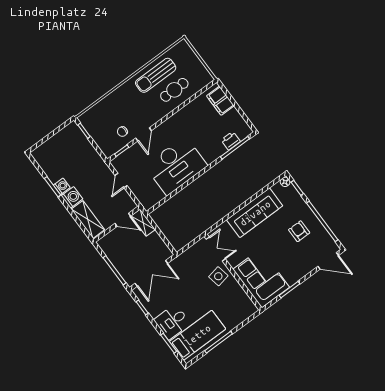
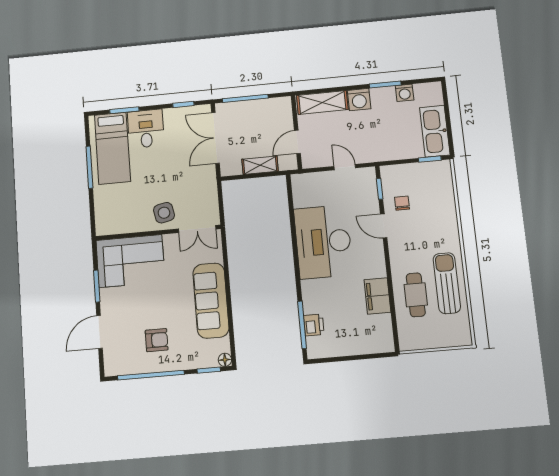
filing cabinet: (220, 101) -> (377, 296), moved, turned -90
kitchen sink: (64, 138) -> (435, 131), added
washing machine: (62, 186) -> (405, 93), moved
shelving: (143, 223) -> (260, 165), moved
door: (328, 261) -> (99, 332), moved

